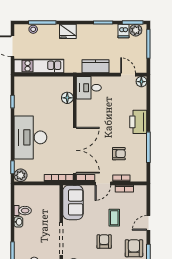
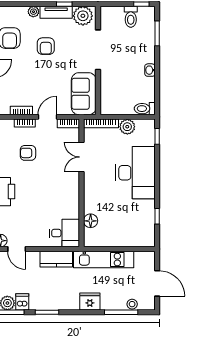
kitchen unit: (39, 66) -> (104, 260), moved
double door: (75, 150) -> (81, 157), width x0.54
plant: (21, 175) -> (127, 127), moved
toilet: (23, 211) -> (145, 109), moved
coffee table: (114, 218) -> (34, 75), removed

